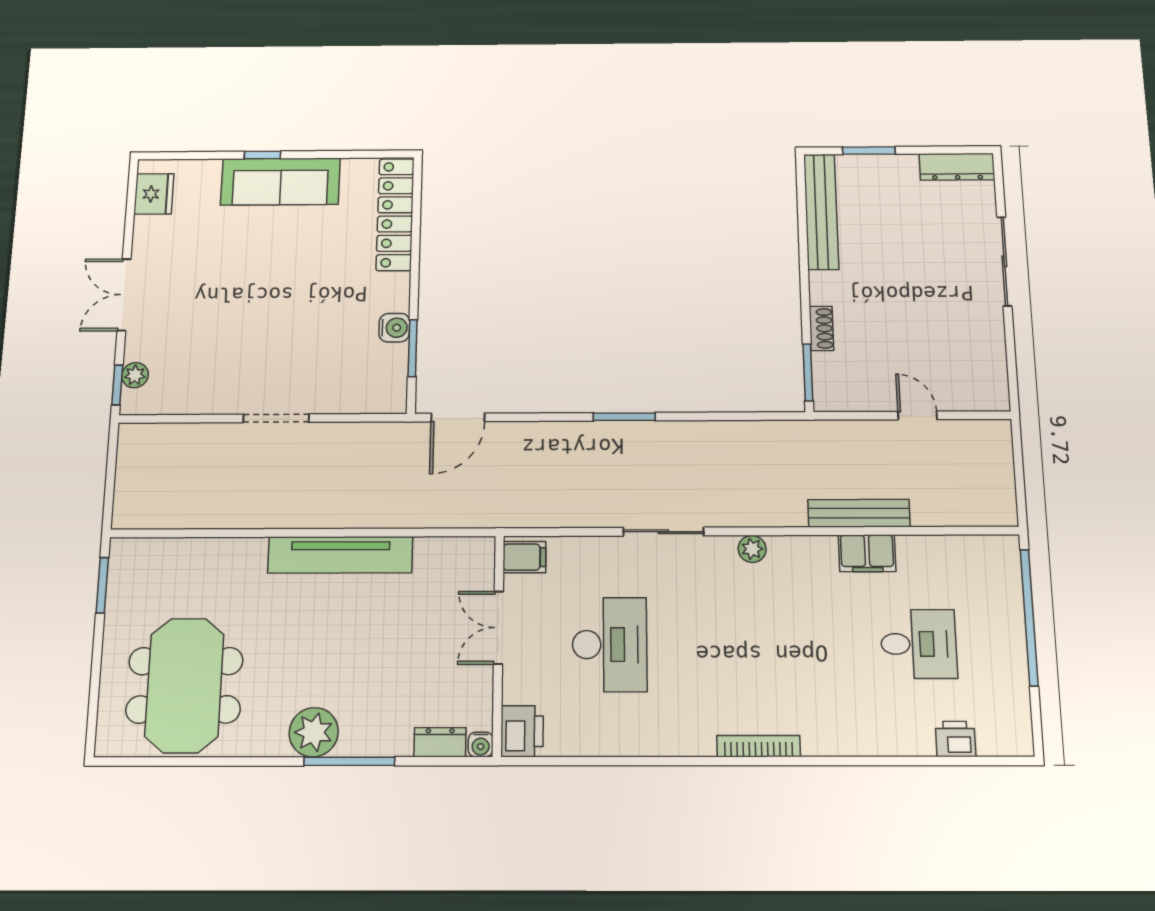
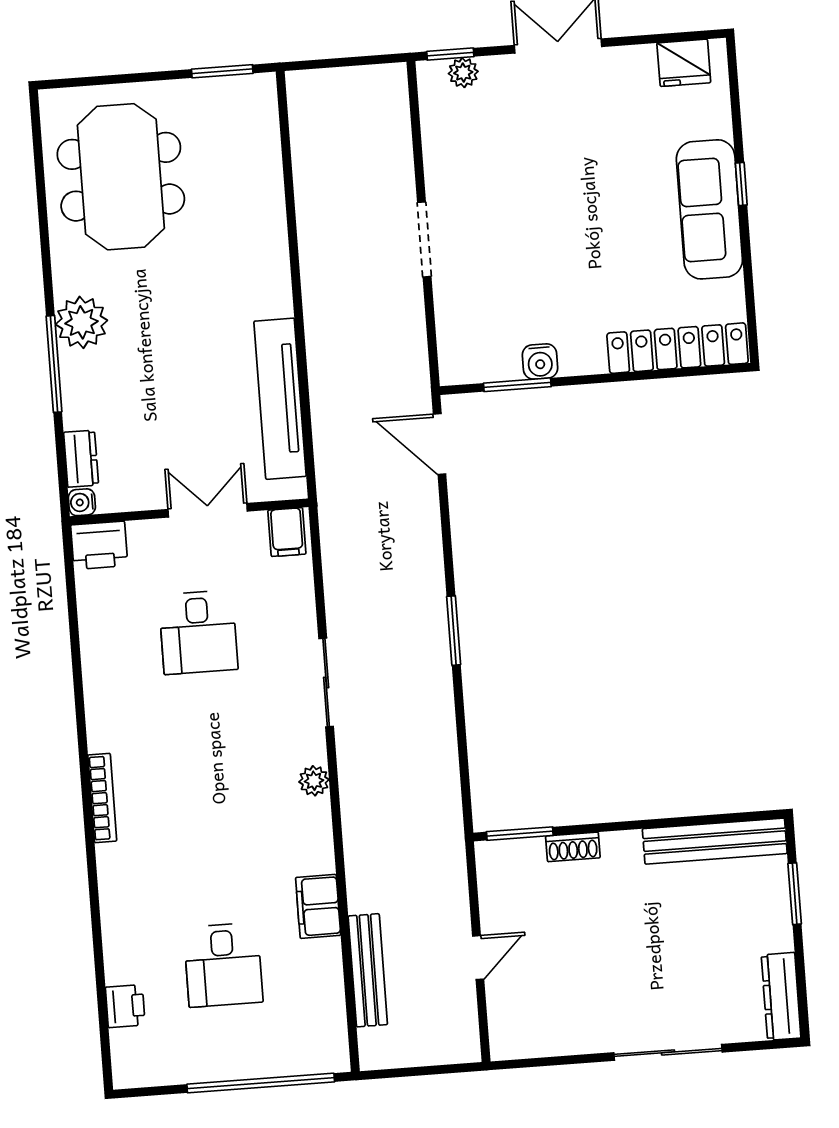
bench: (859, 513) -> (368, 970), moved
tv unit: (340, 555) -> (280, 399), moved
desk: (610, 644) -> (198, 632), width x0.73
meeting table: (184, 685) -> (121, 177), turned 90

